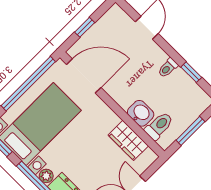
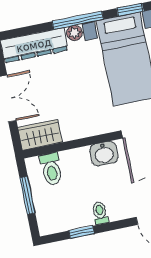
washbasin: (141, 113) -> (104, 154), moved
wardrobe: (128, 140) -> (40, 135), moved

